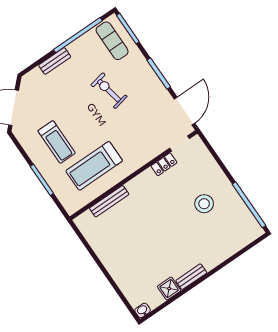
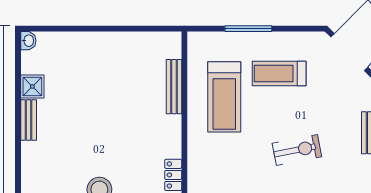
exercise bike: (109, 91) -> (297, 150), moved
treadmill: (94, 166) -> (224, 97), turned 180

